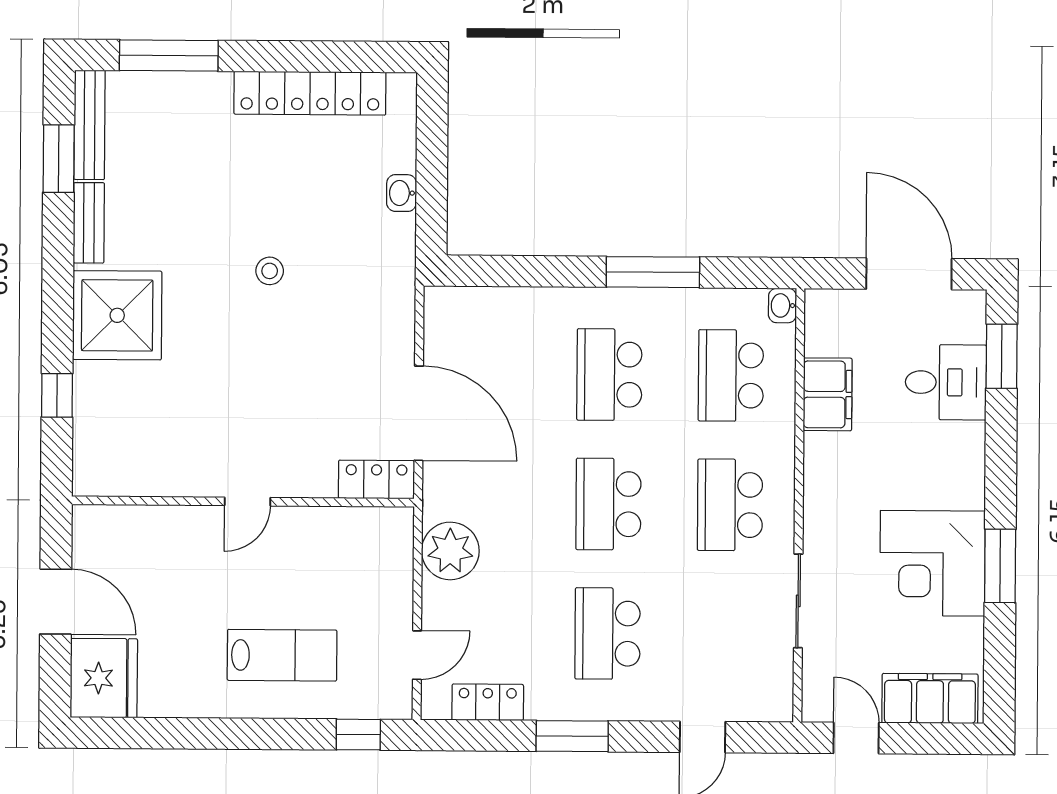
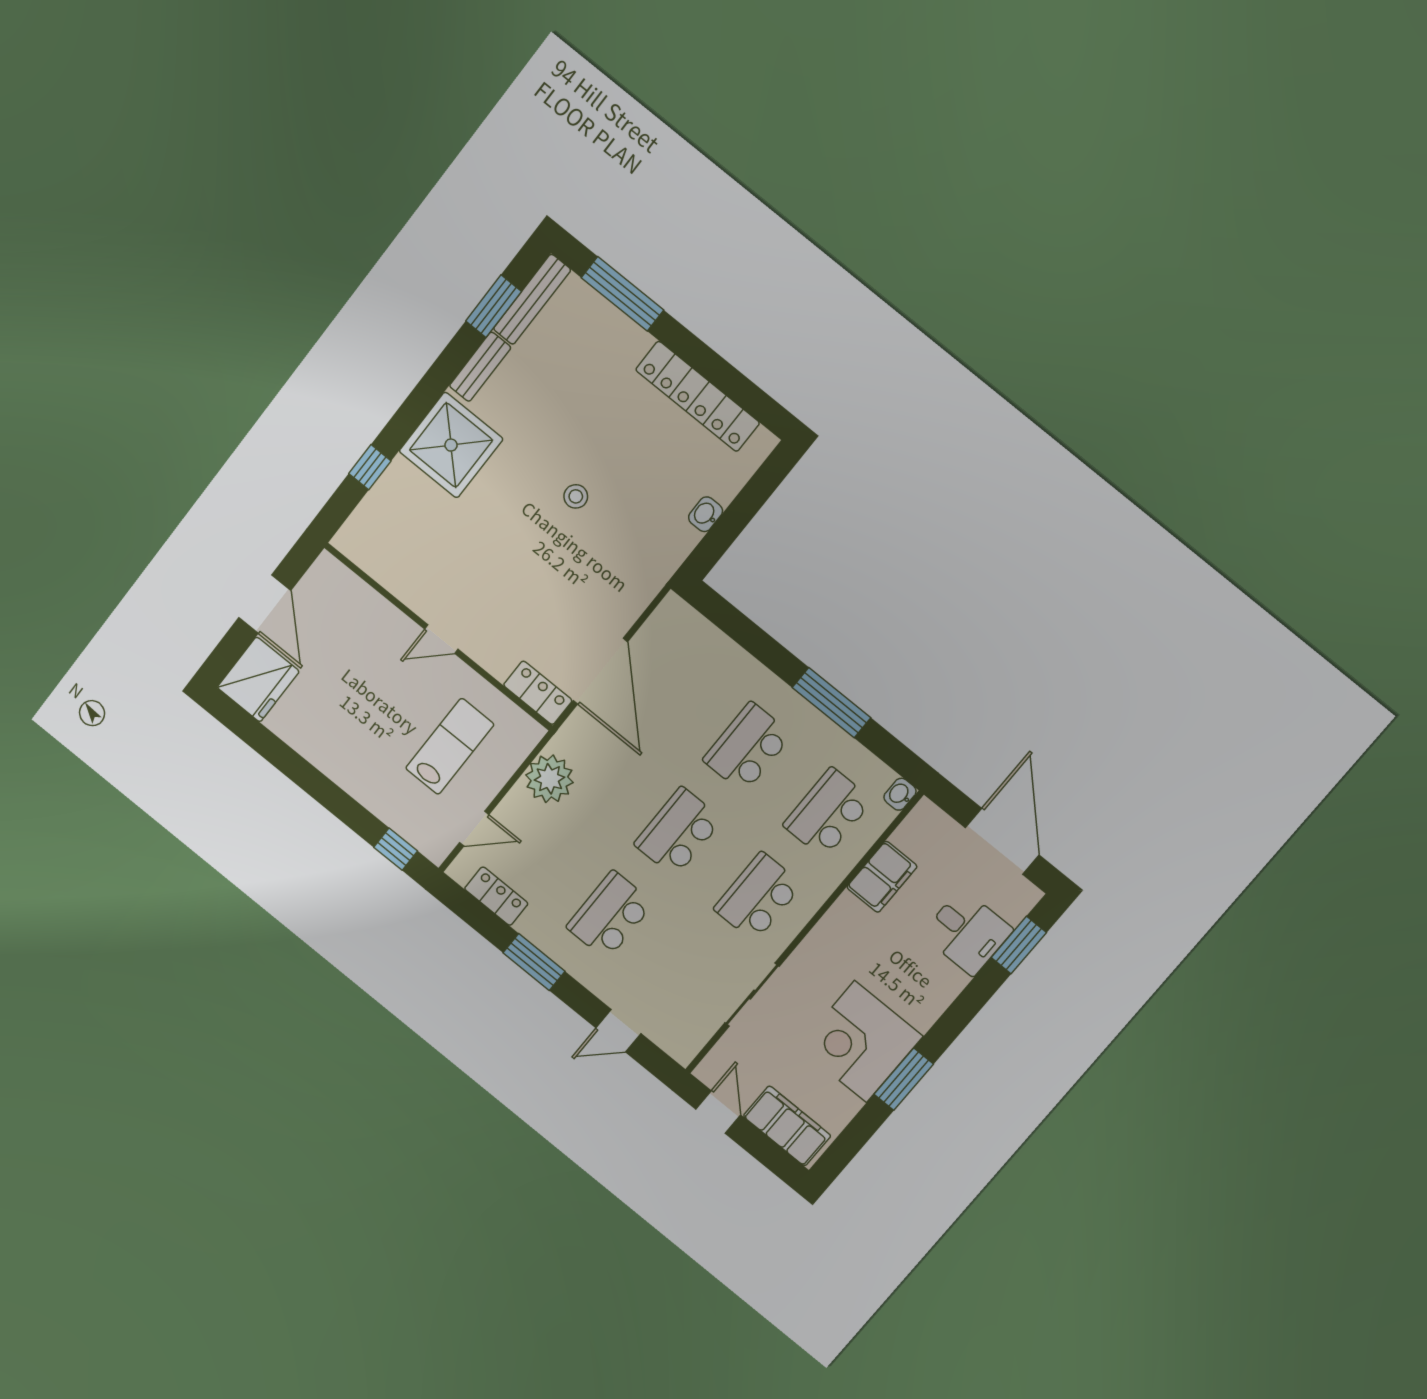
lab bench: (282, 655) -> (450, 746), moved, turned -90

